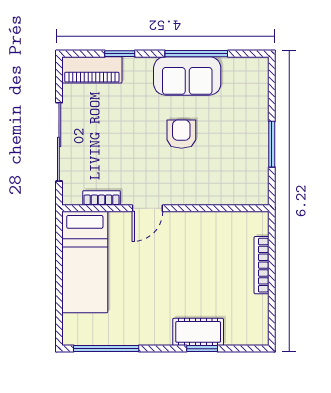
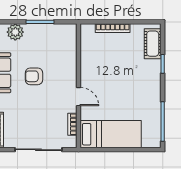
plant: (255, 103) -> (15, 32), added
cot: (198, 332) -> (153, 44), moved

